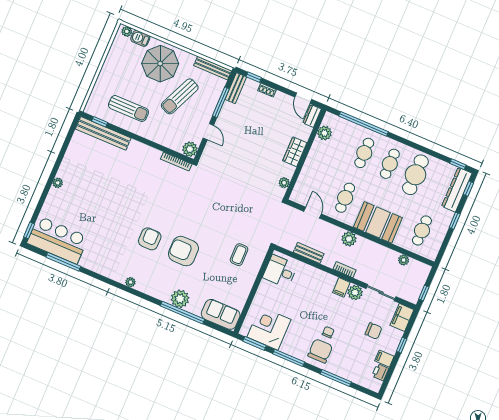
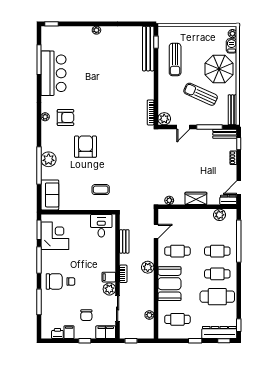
armchair: (150, 239) -> (66, 117), moved
bar counter: (58, 240) -> (53, 73), moved

